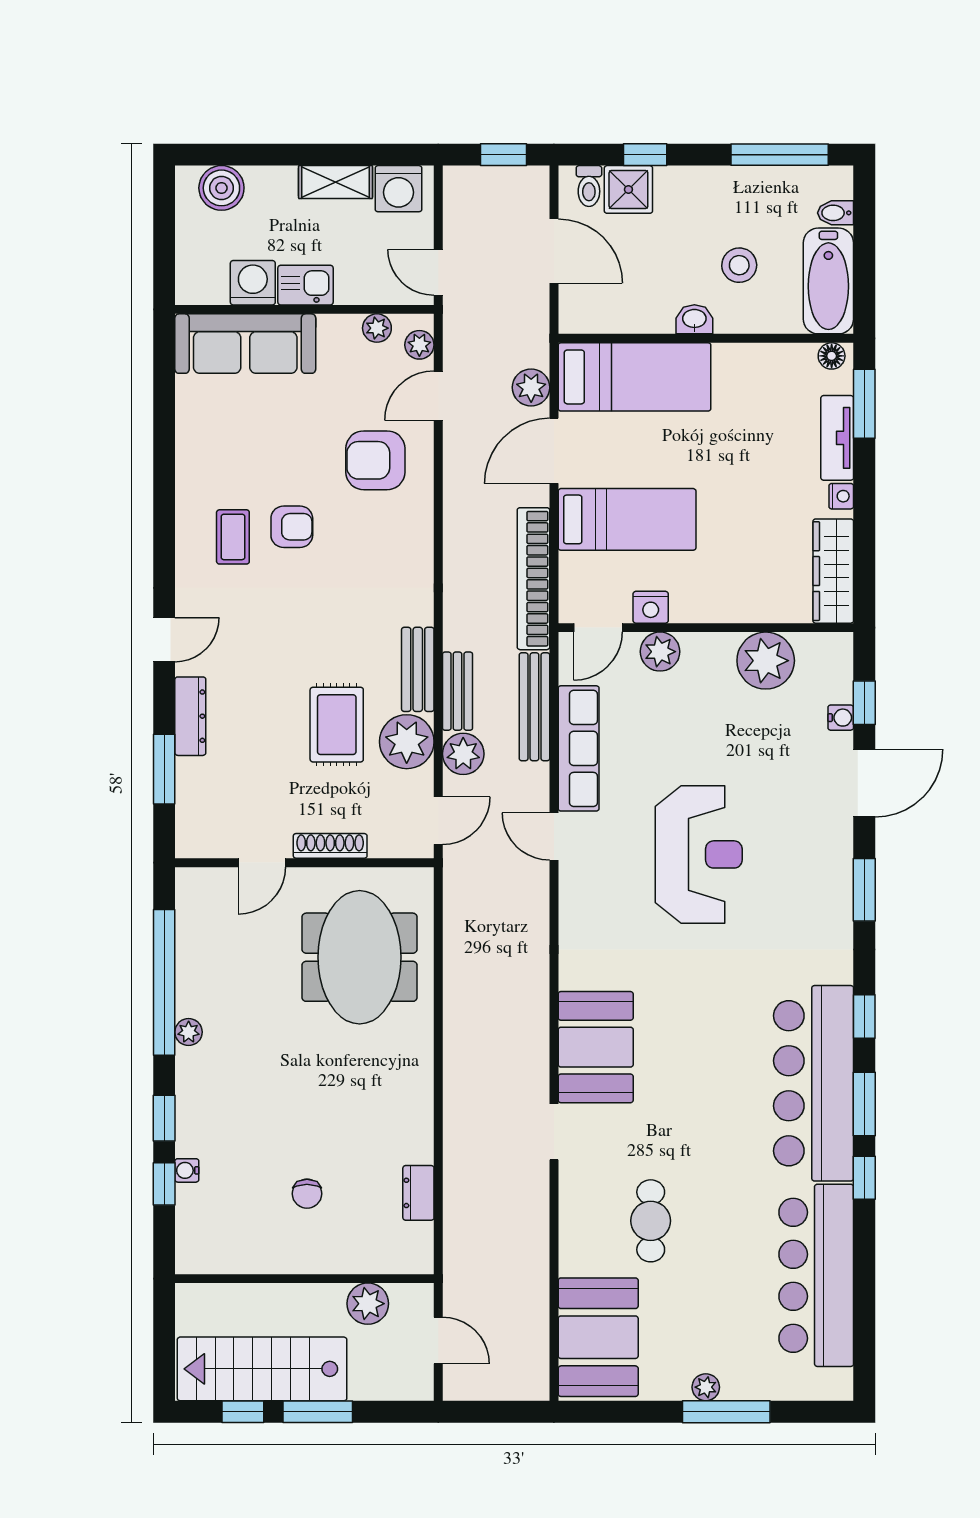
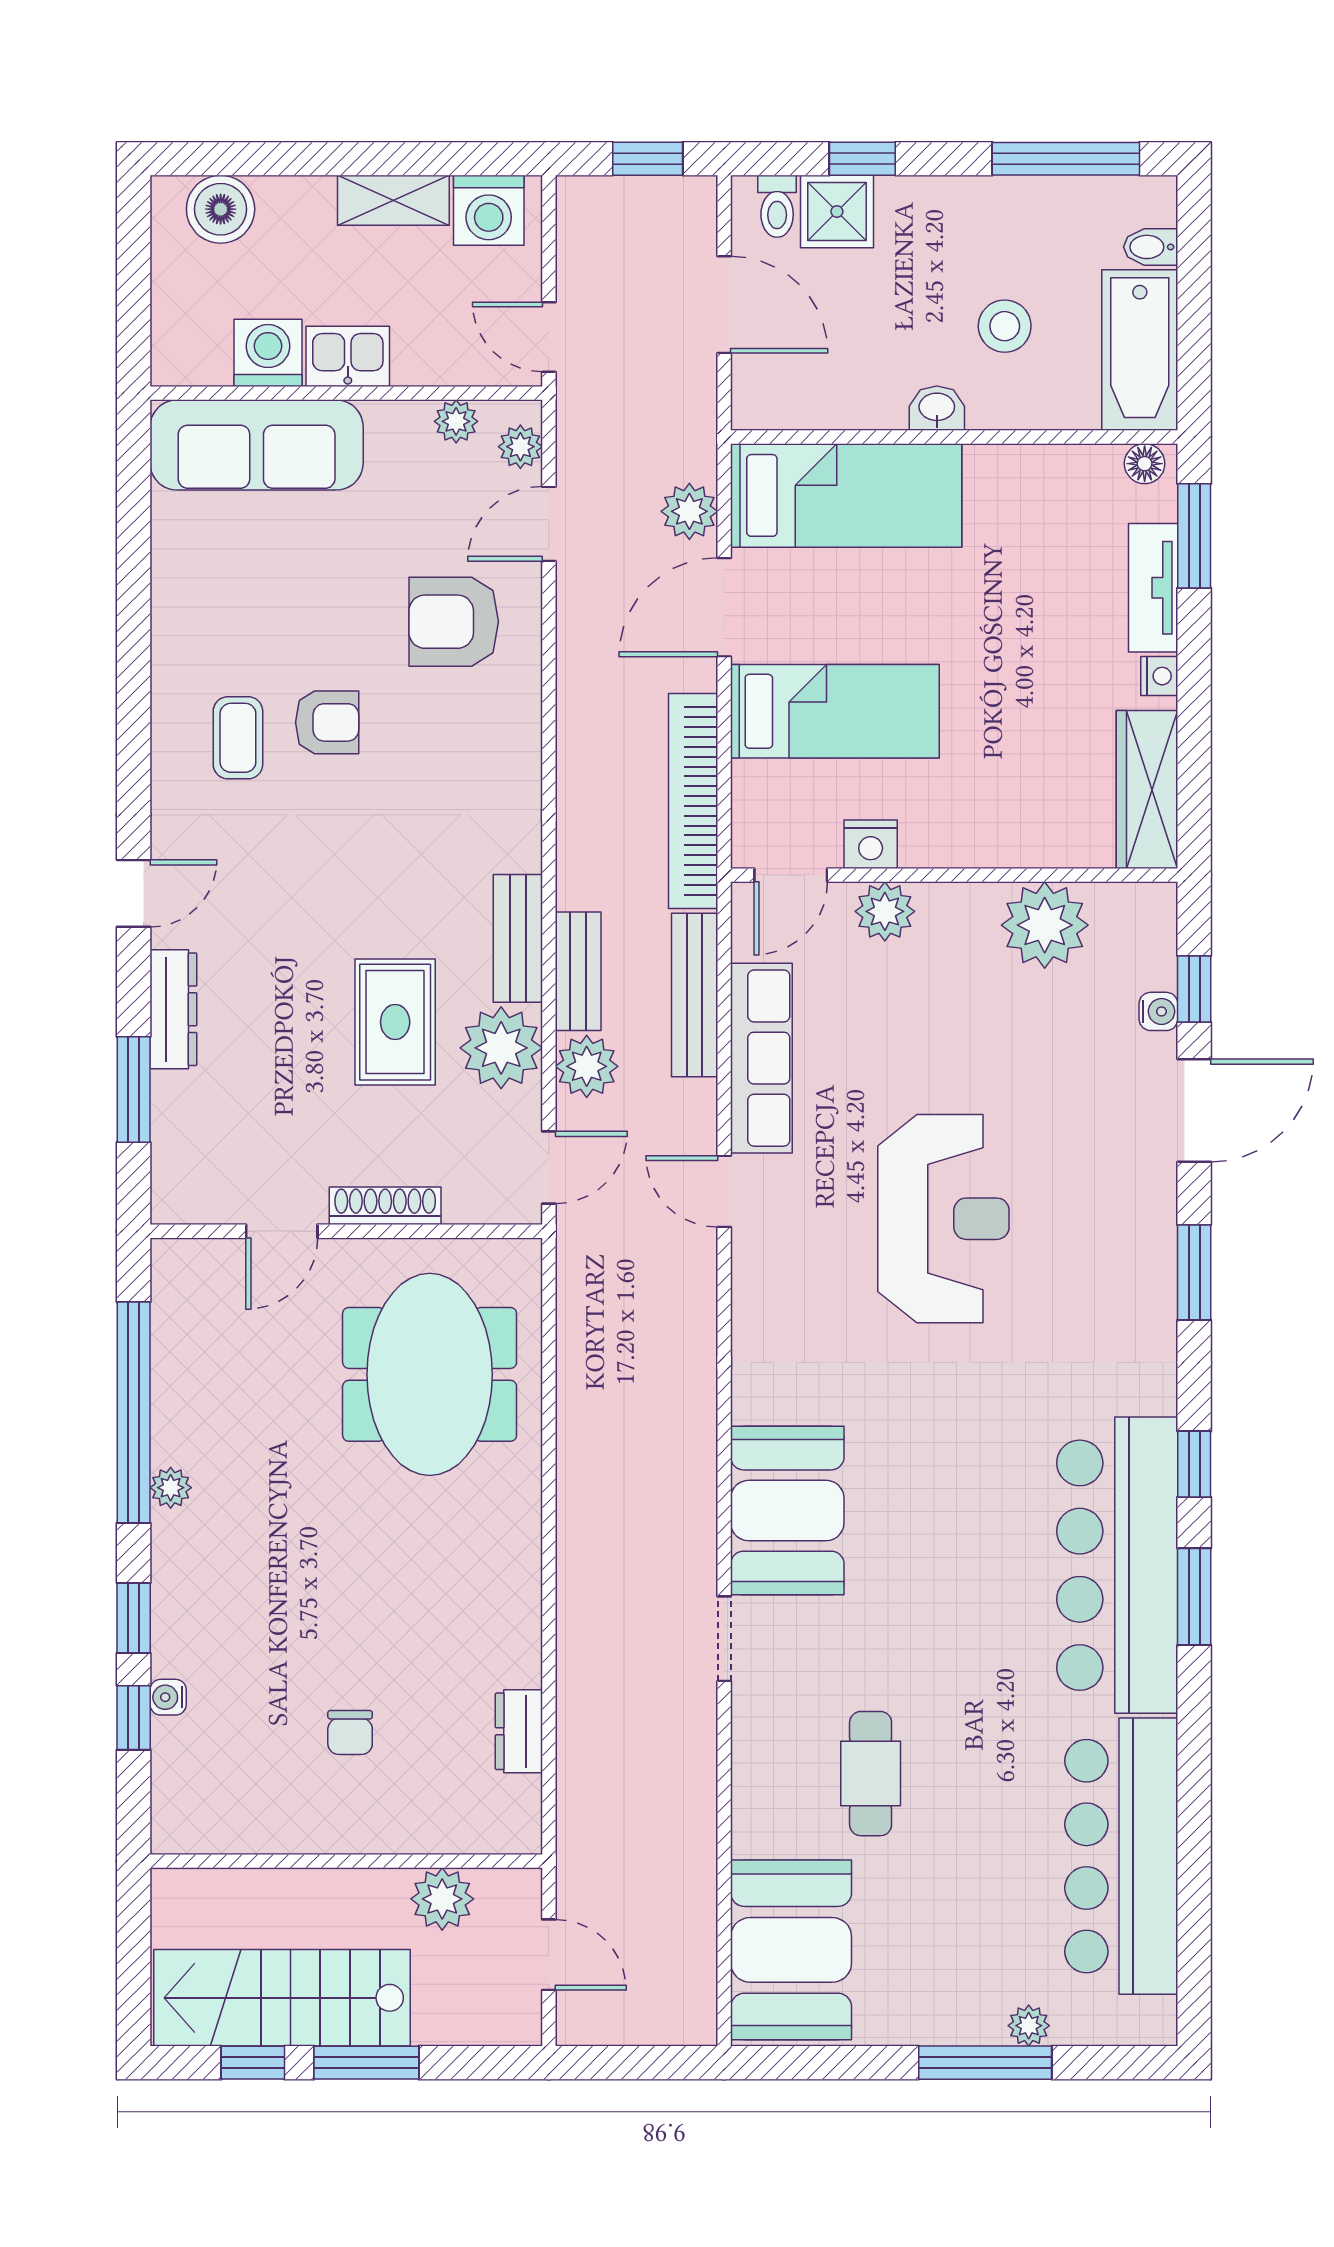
window: (864, 1178) -> (1194, 1708), removed
plant: (706, 1387) -> (1029, 2026), moved

